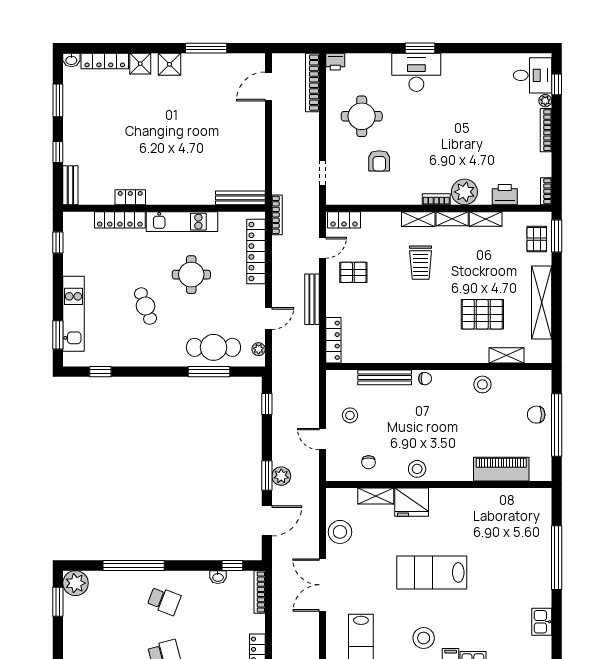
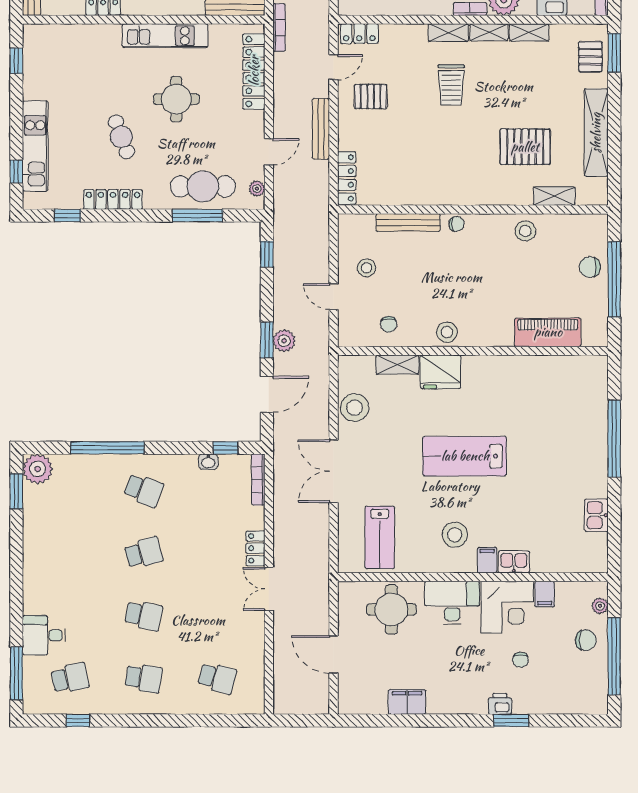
locker: (120, 220) -> (113, 199), moved, turned 180
window: (58, 335) -> (16, 171), width x0.67

